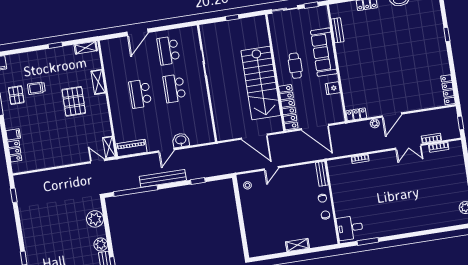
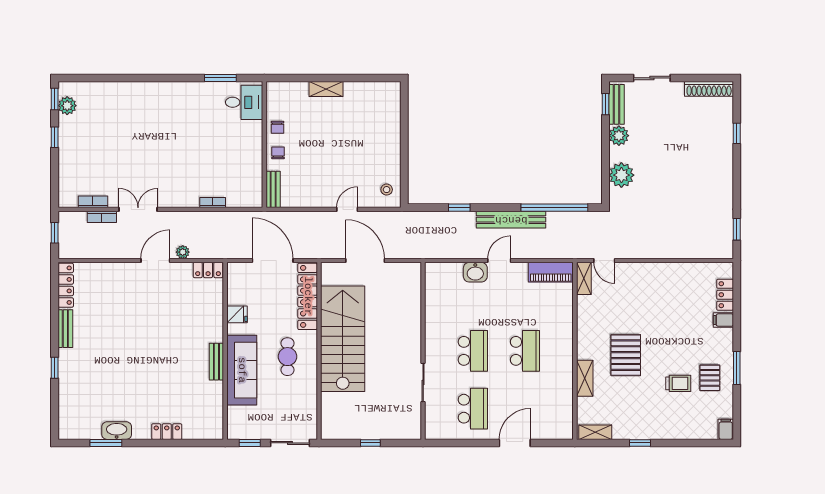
bench: (337, 30) -> (216, 362), moved
bench: (444, 61) -> (65, 329), added

